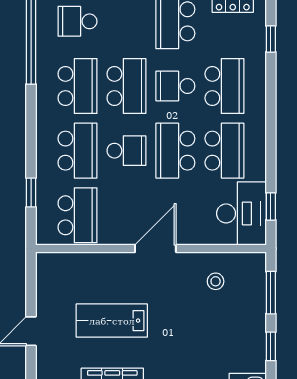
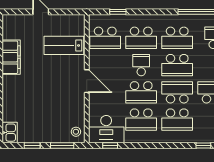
school desk: (175, 86) -> (177, 92), width x1.85
school desk: (126, 151) -> (141, 65), turned 180
school desk: (175, 151) -> (141, 92), turned 180
stool: (216, 281) -> (76, 132), moved
lab bench: (112, 321) -> (64, 45), moved, turned -90

